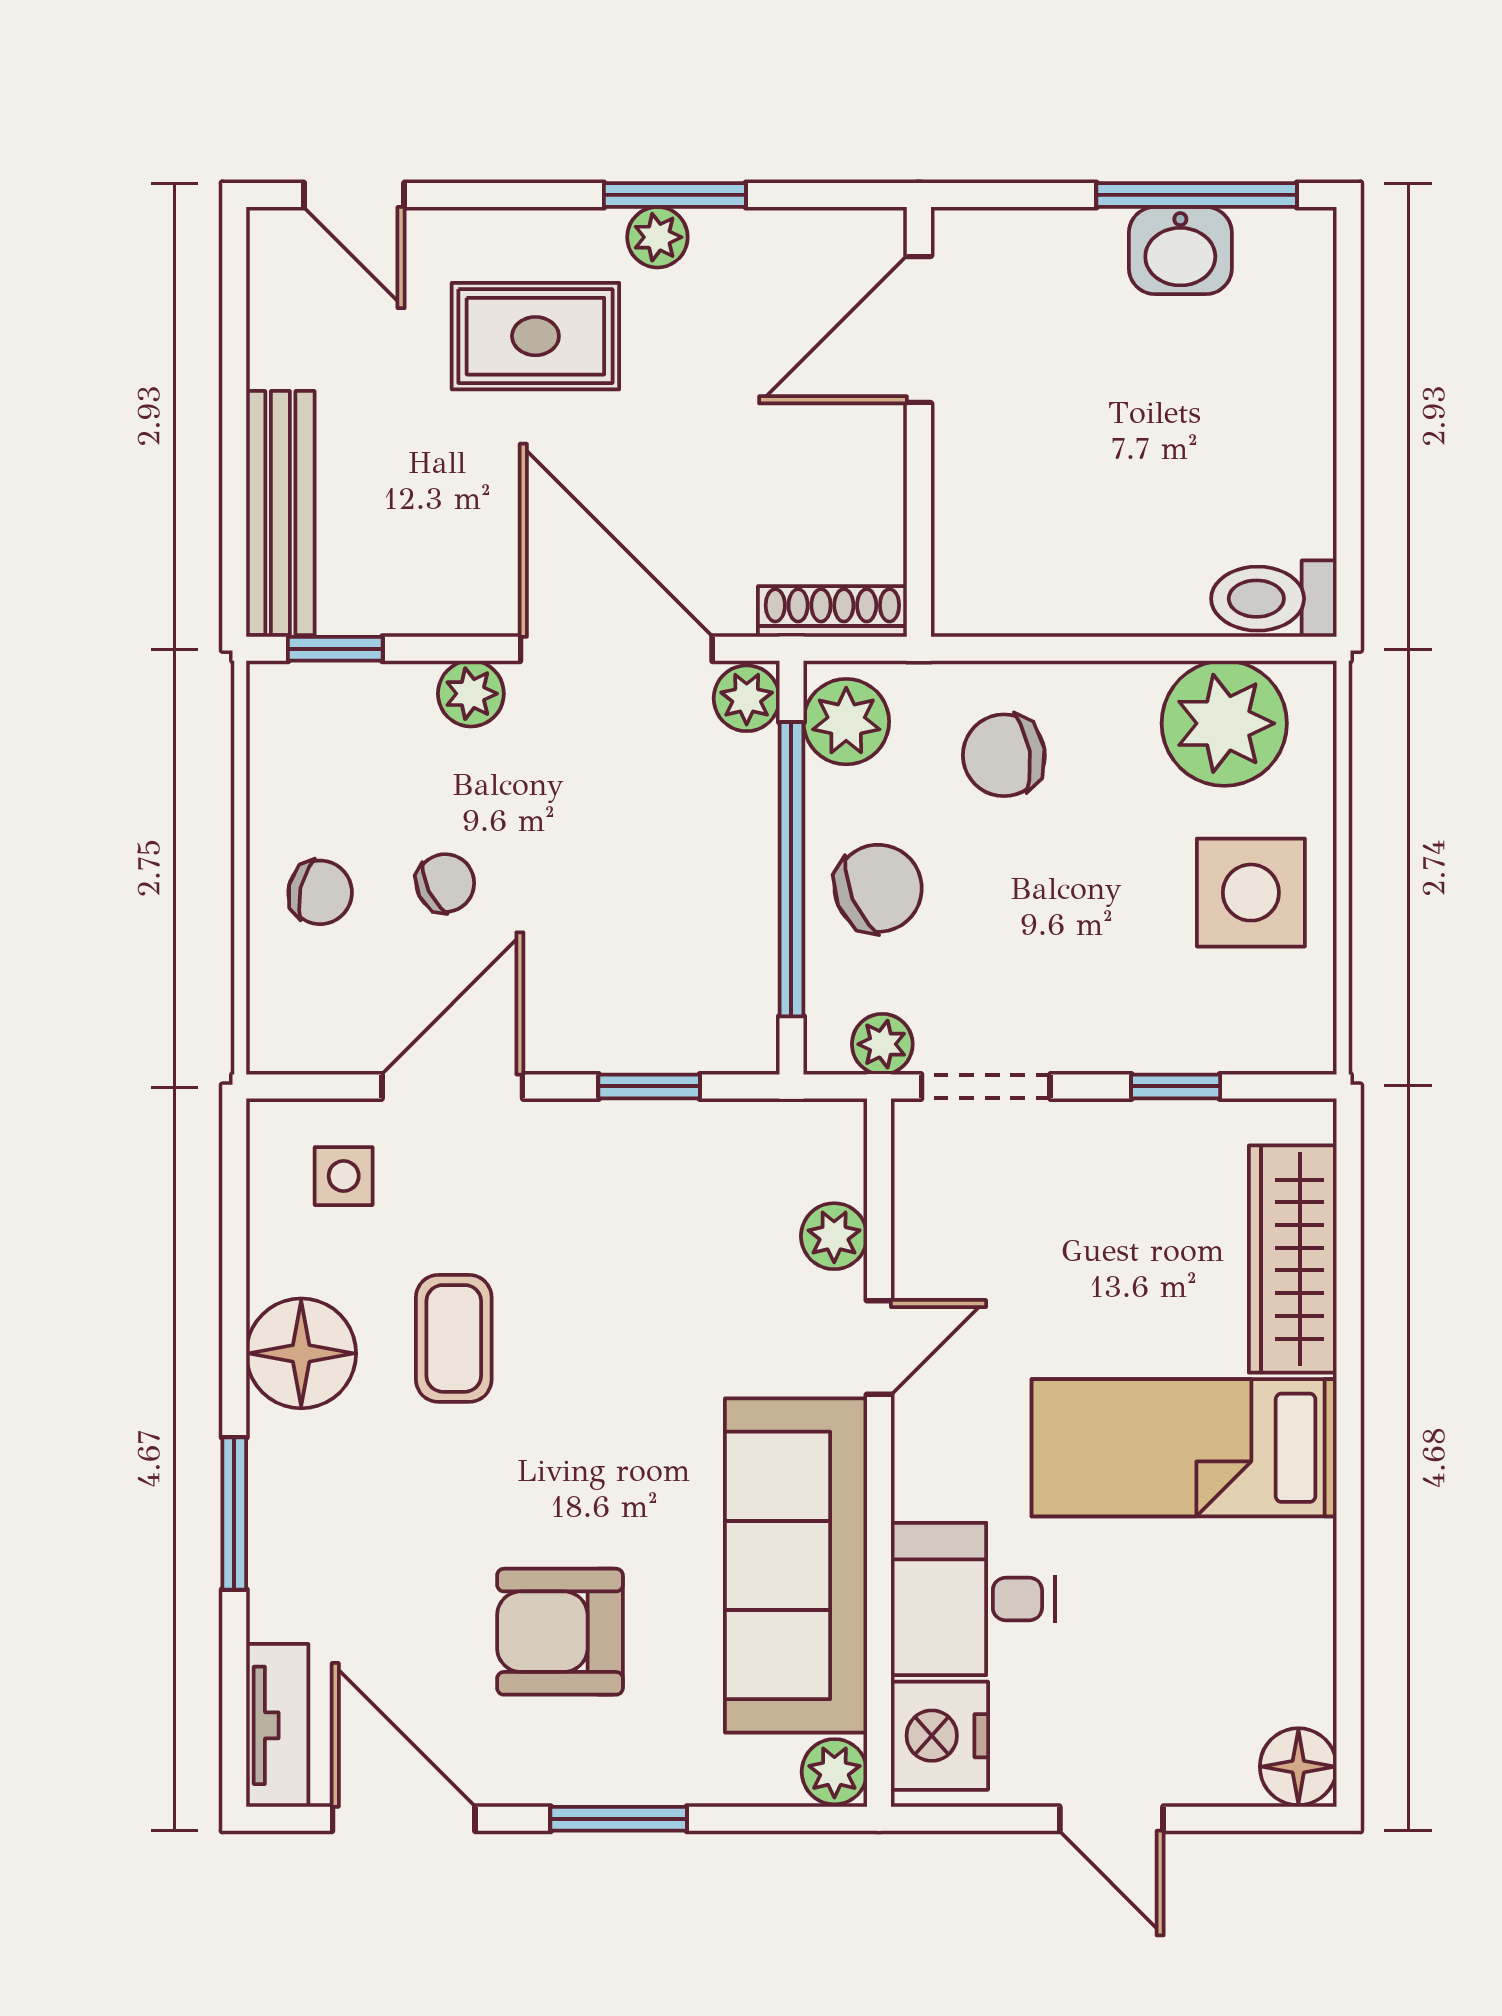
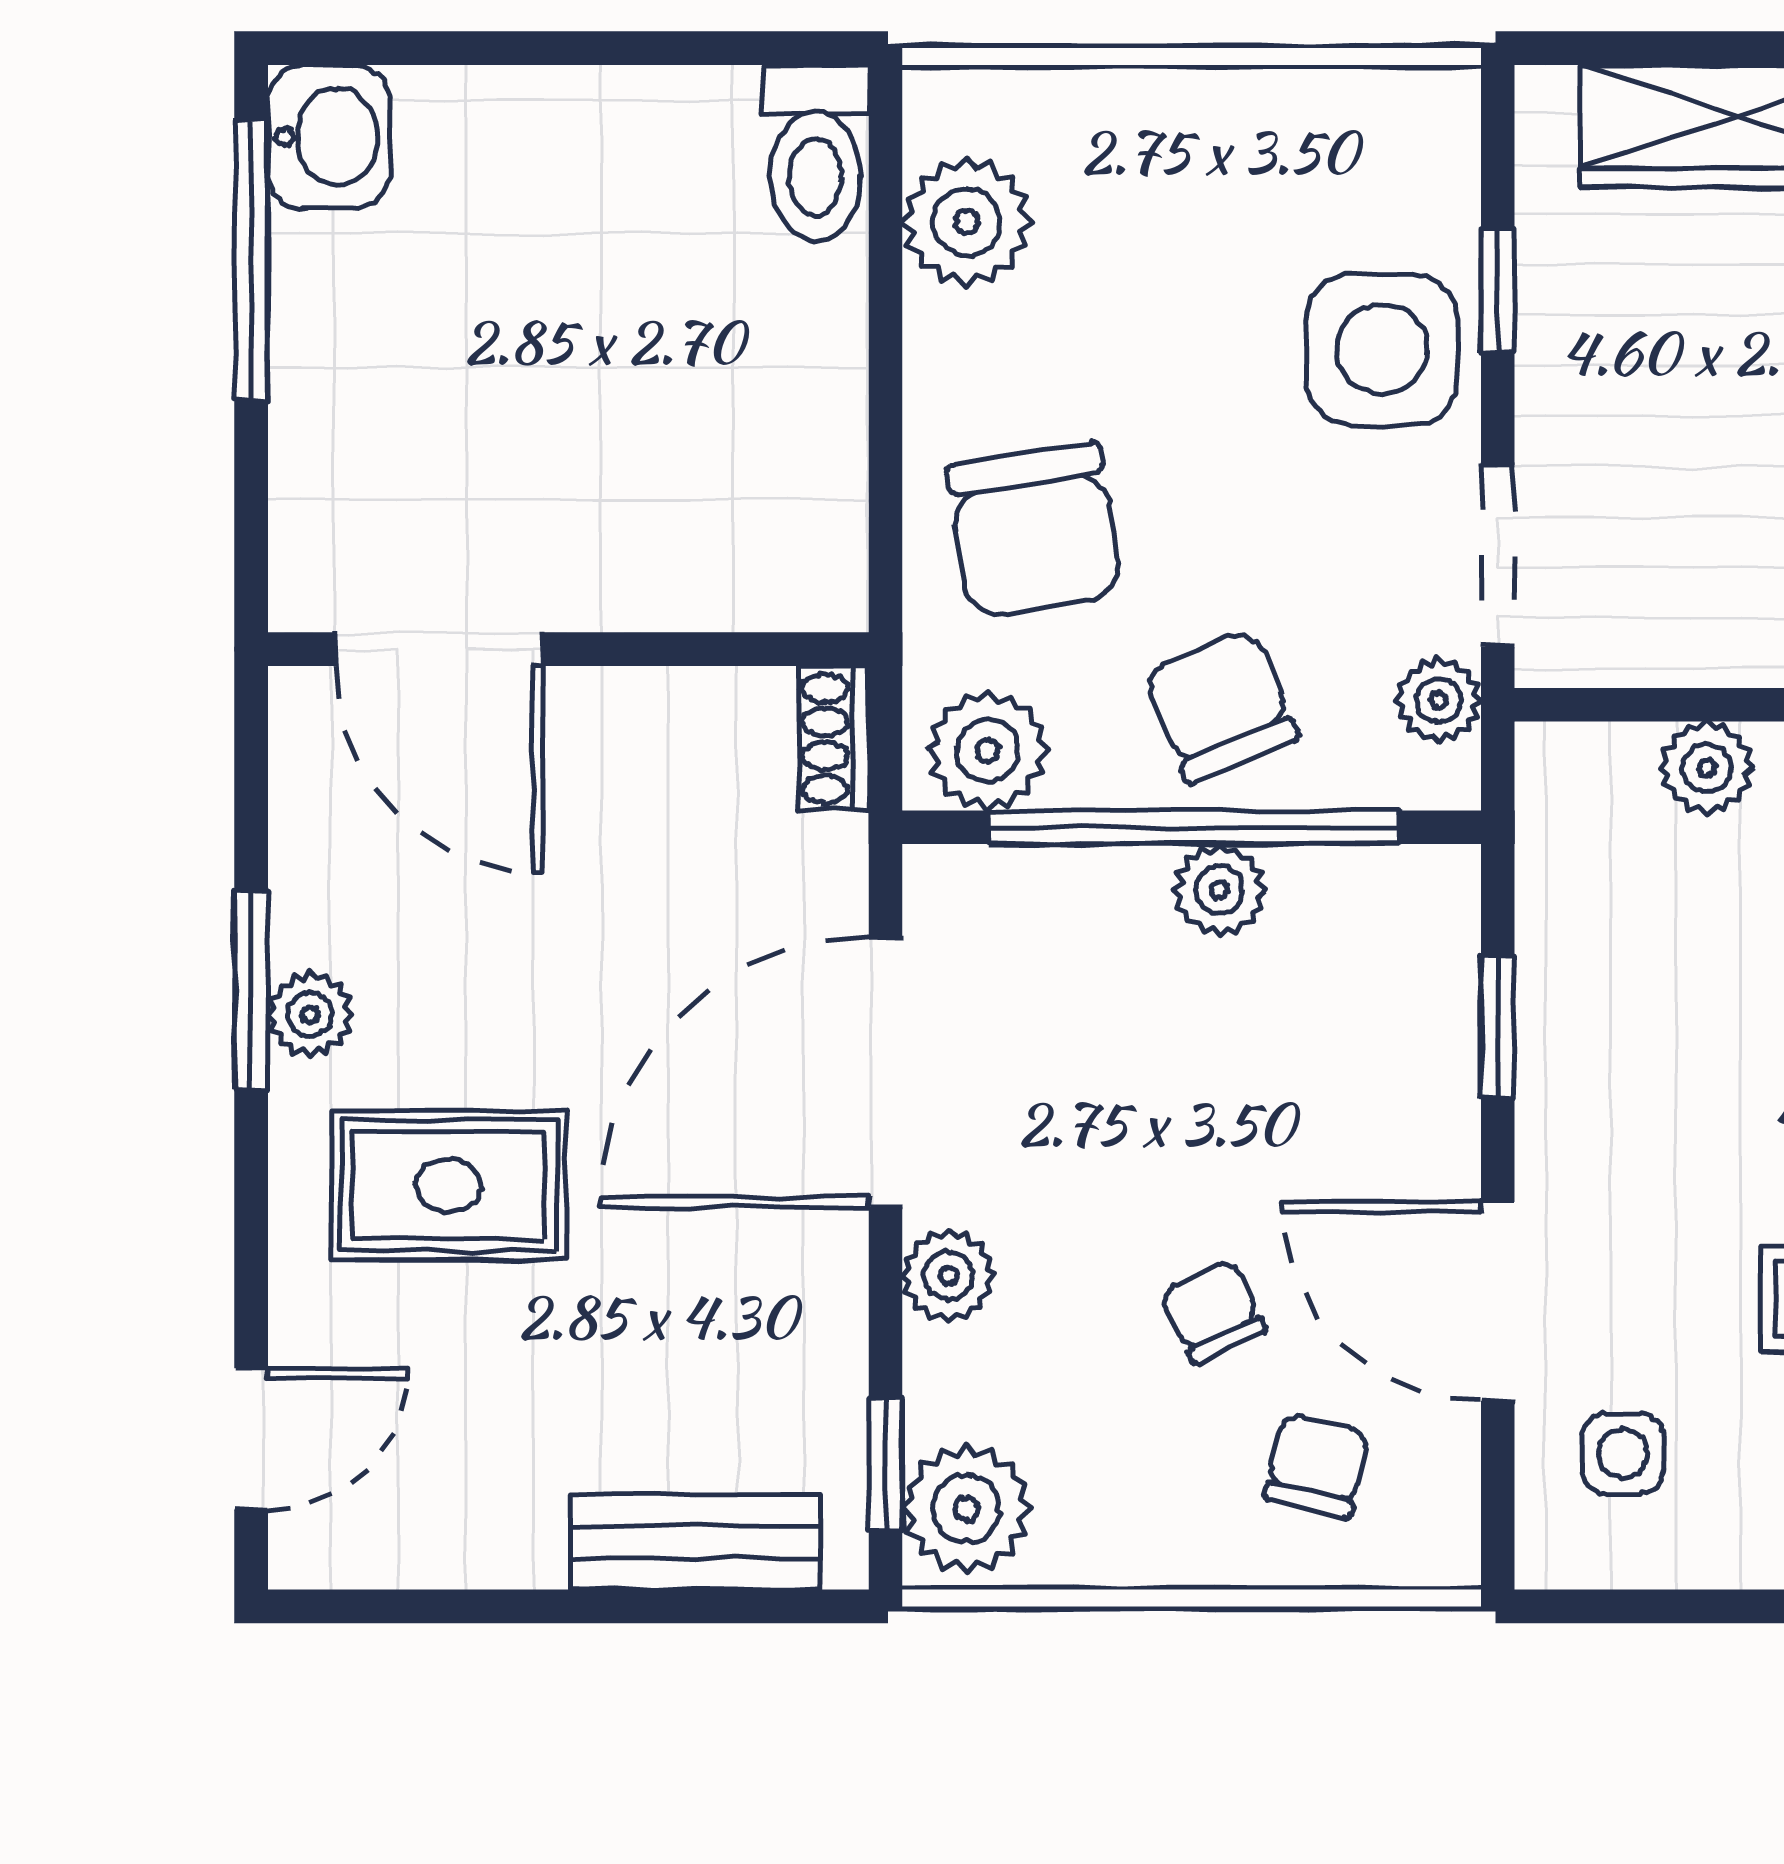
washbasin: (1180, 251) -> (329, 137), moved
rug: (535, 336) -> (449, 1185), turned 90
bench: (280, 513) -> (696, 1542), width x0.73
shoe rack: (832, 611) -> (833, 739), width x0.70
plant: (747, 698) -> (1219, 890), moved
plant: (304, 707) -> (967, 1509), added
plant: (1224, 723) -> (967, 222), width x0.73, depth x0.73
chair: (1004, 755) -> (1035, 530), width x1.37, depth x1.37
chair: (320, 892) -> (1317, 1466), moved
side table: (1251, 893) -> (1382, 349), moved

